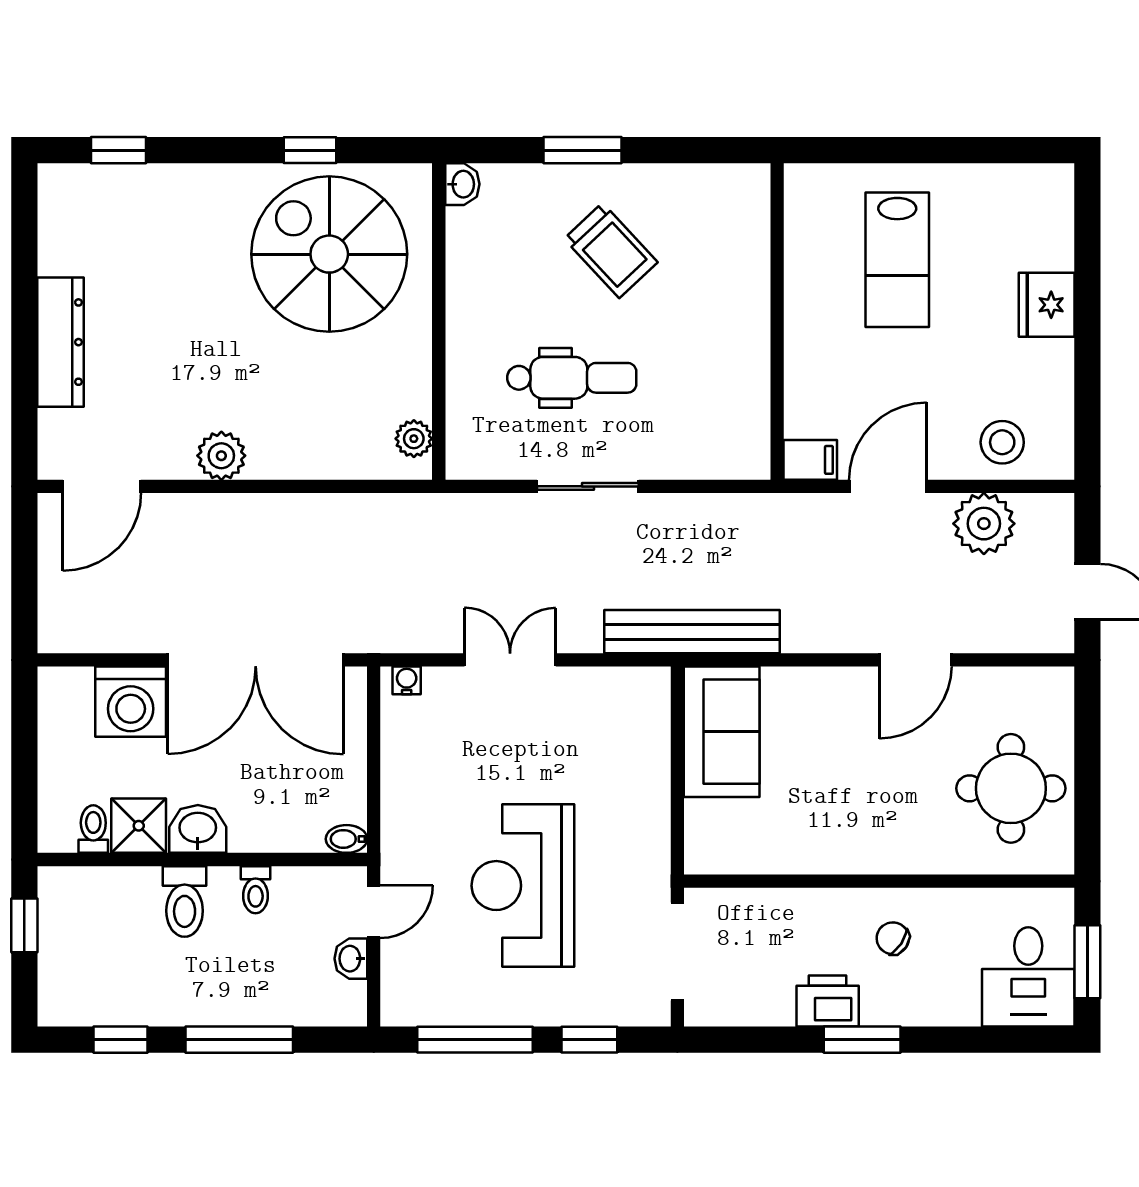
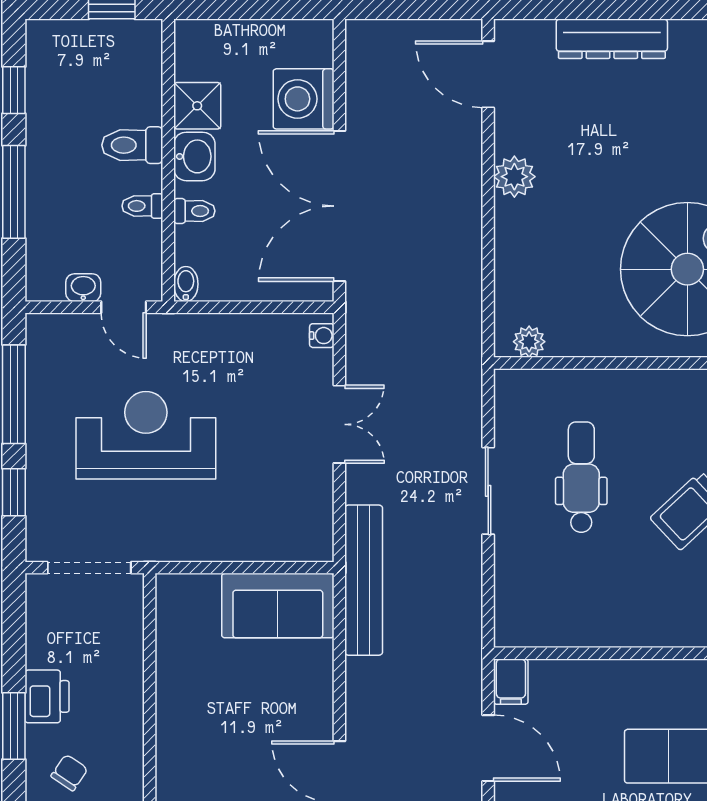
dental chair: (572, 378) -> (581, 477), turned 180
toilet: (93, 829) -> (194, 211), moved
chair: (893, 938) -> (69, 773), moved

